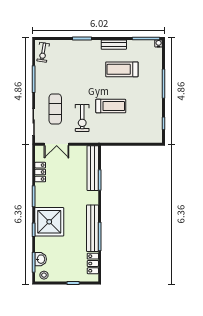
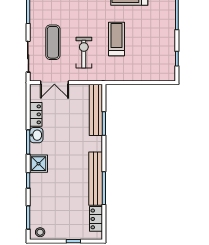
treadmill: (111, 106) -> (116, 39), turned -90
exercise bike: (82, 118) -> (84, 53), turned 180
shower: (49, 222) -> (39, 164), width x0.54, depth x0.54
washbasin: (41, 259) -> (36, 135), moved

